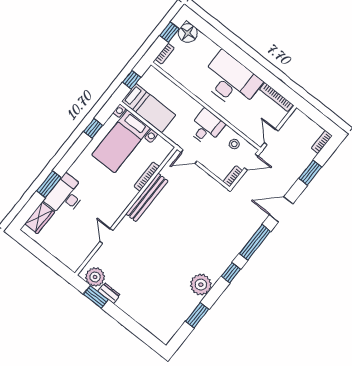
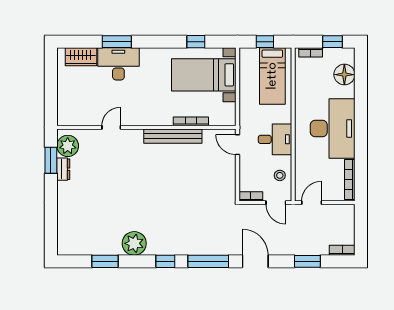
floor lamp: (188, 33) -> (344, 75), moved
bed: (149, 108) -> (272, 76), moved

